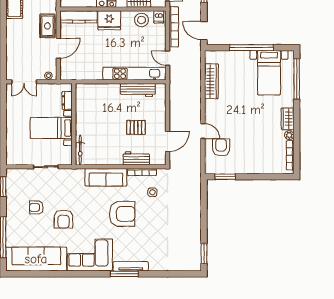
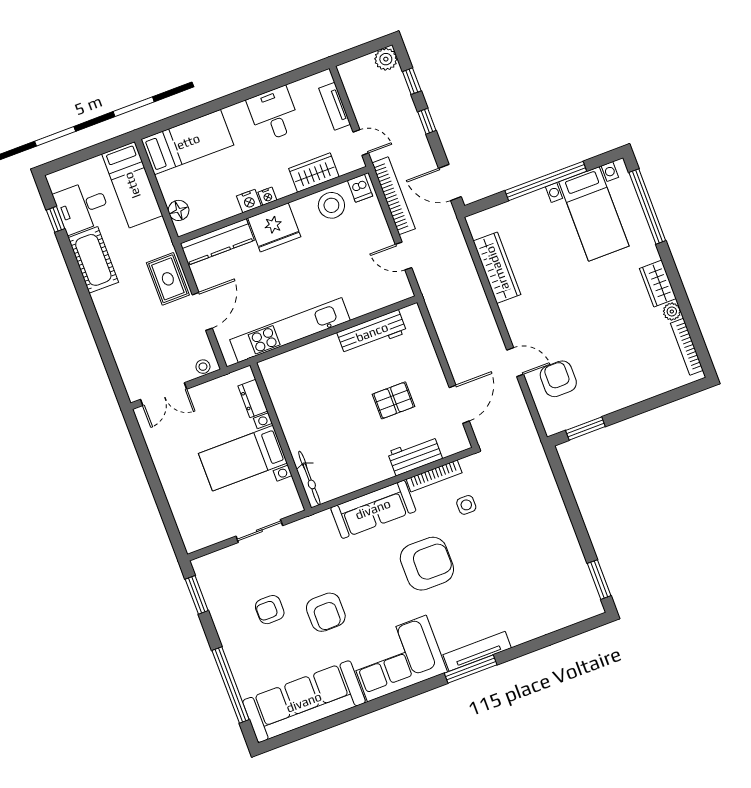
kitchen unit: (134, 74) -> (290, 330), moved

